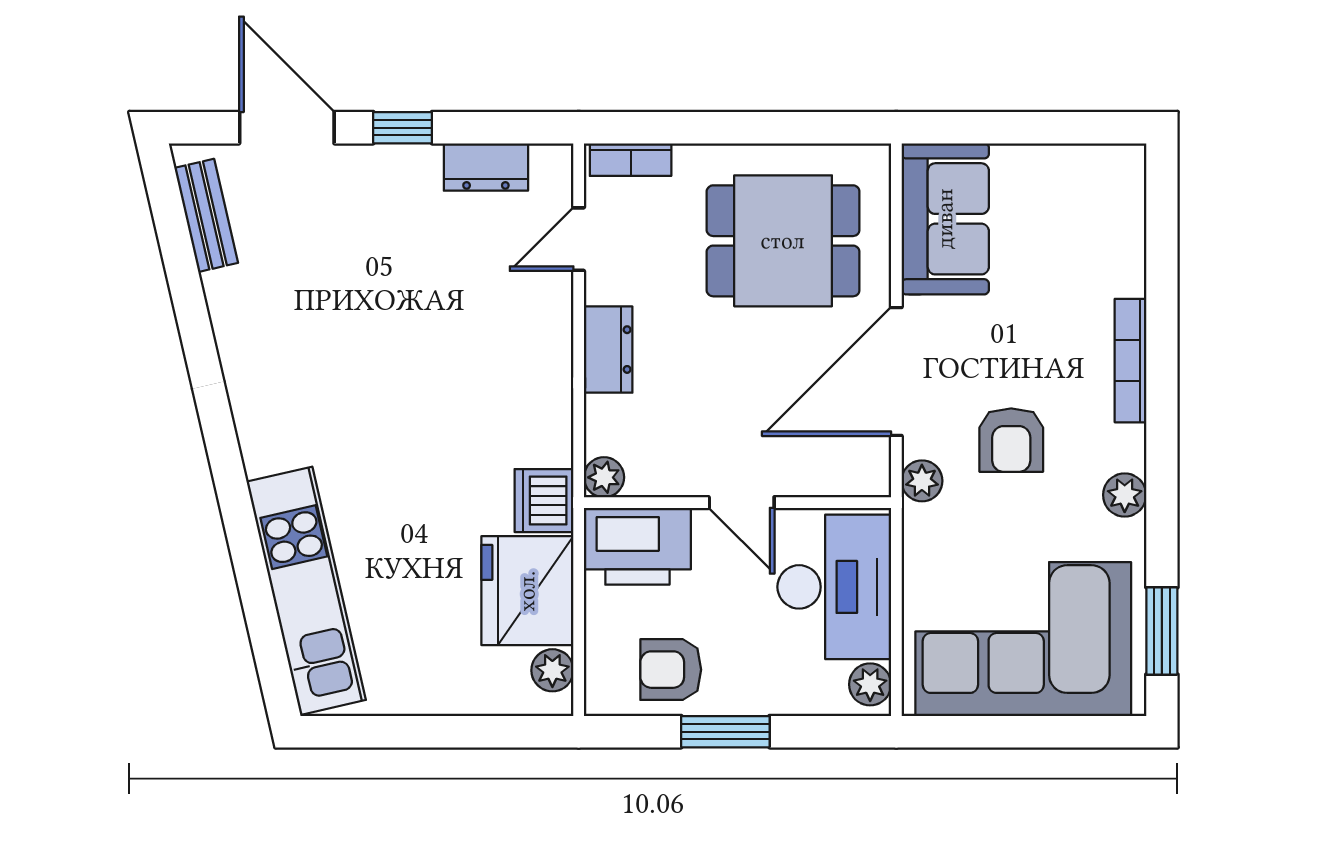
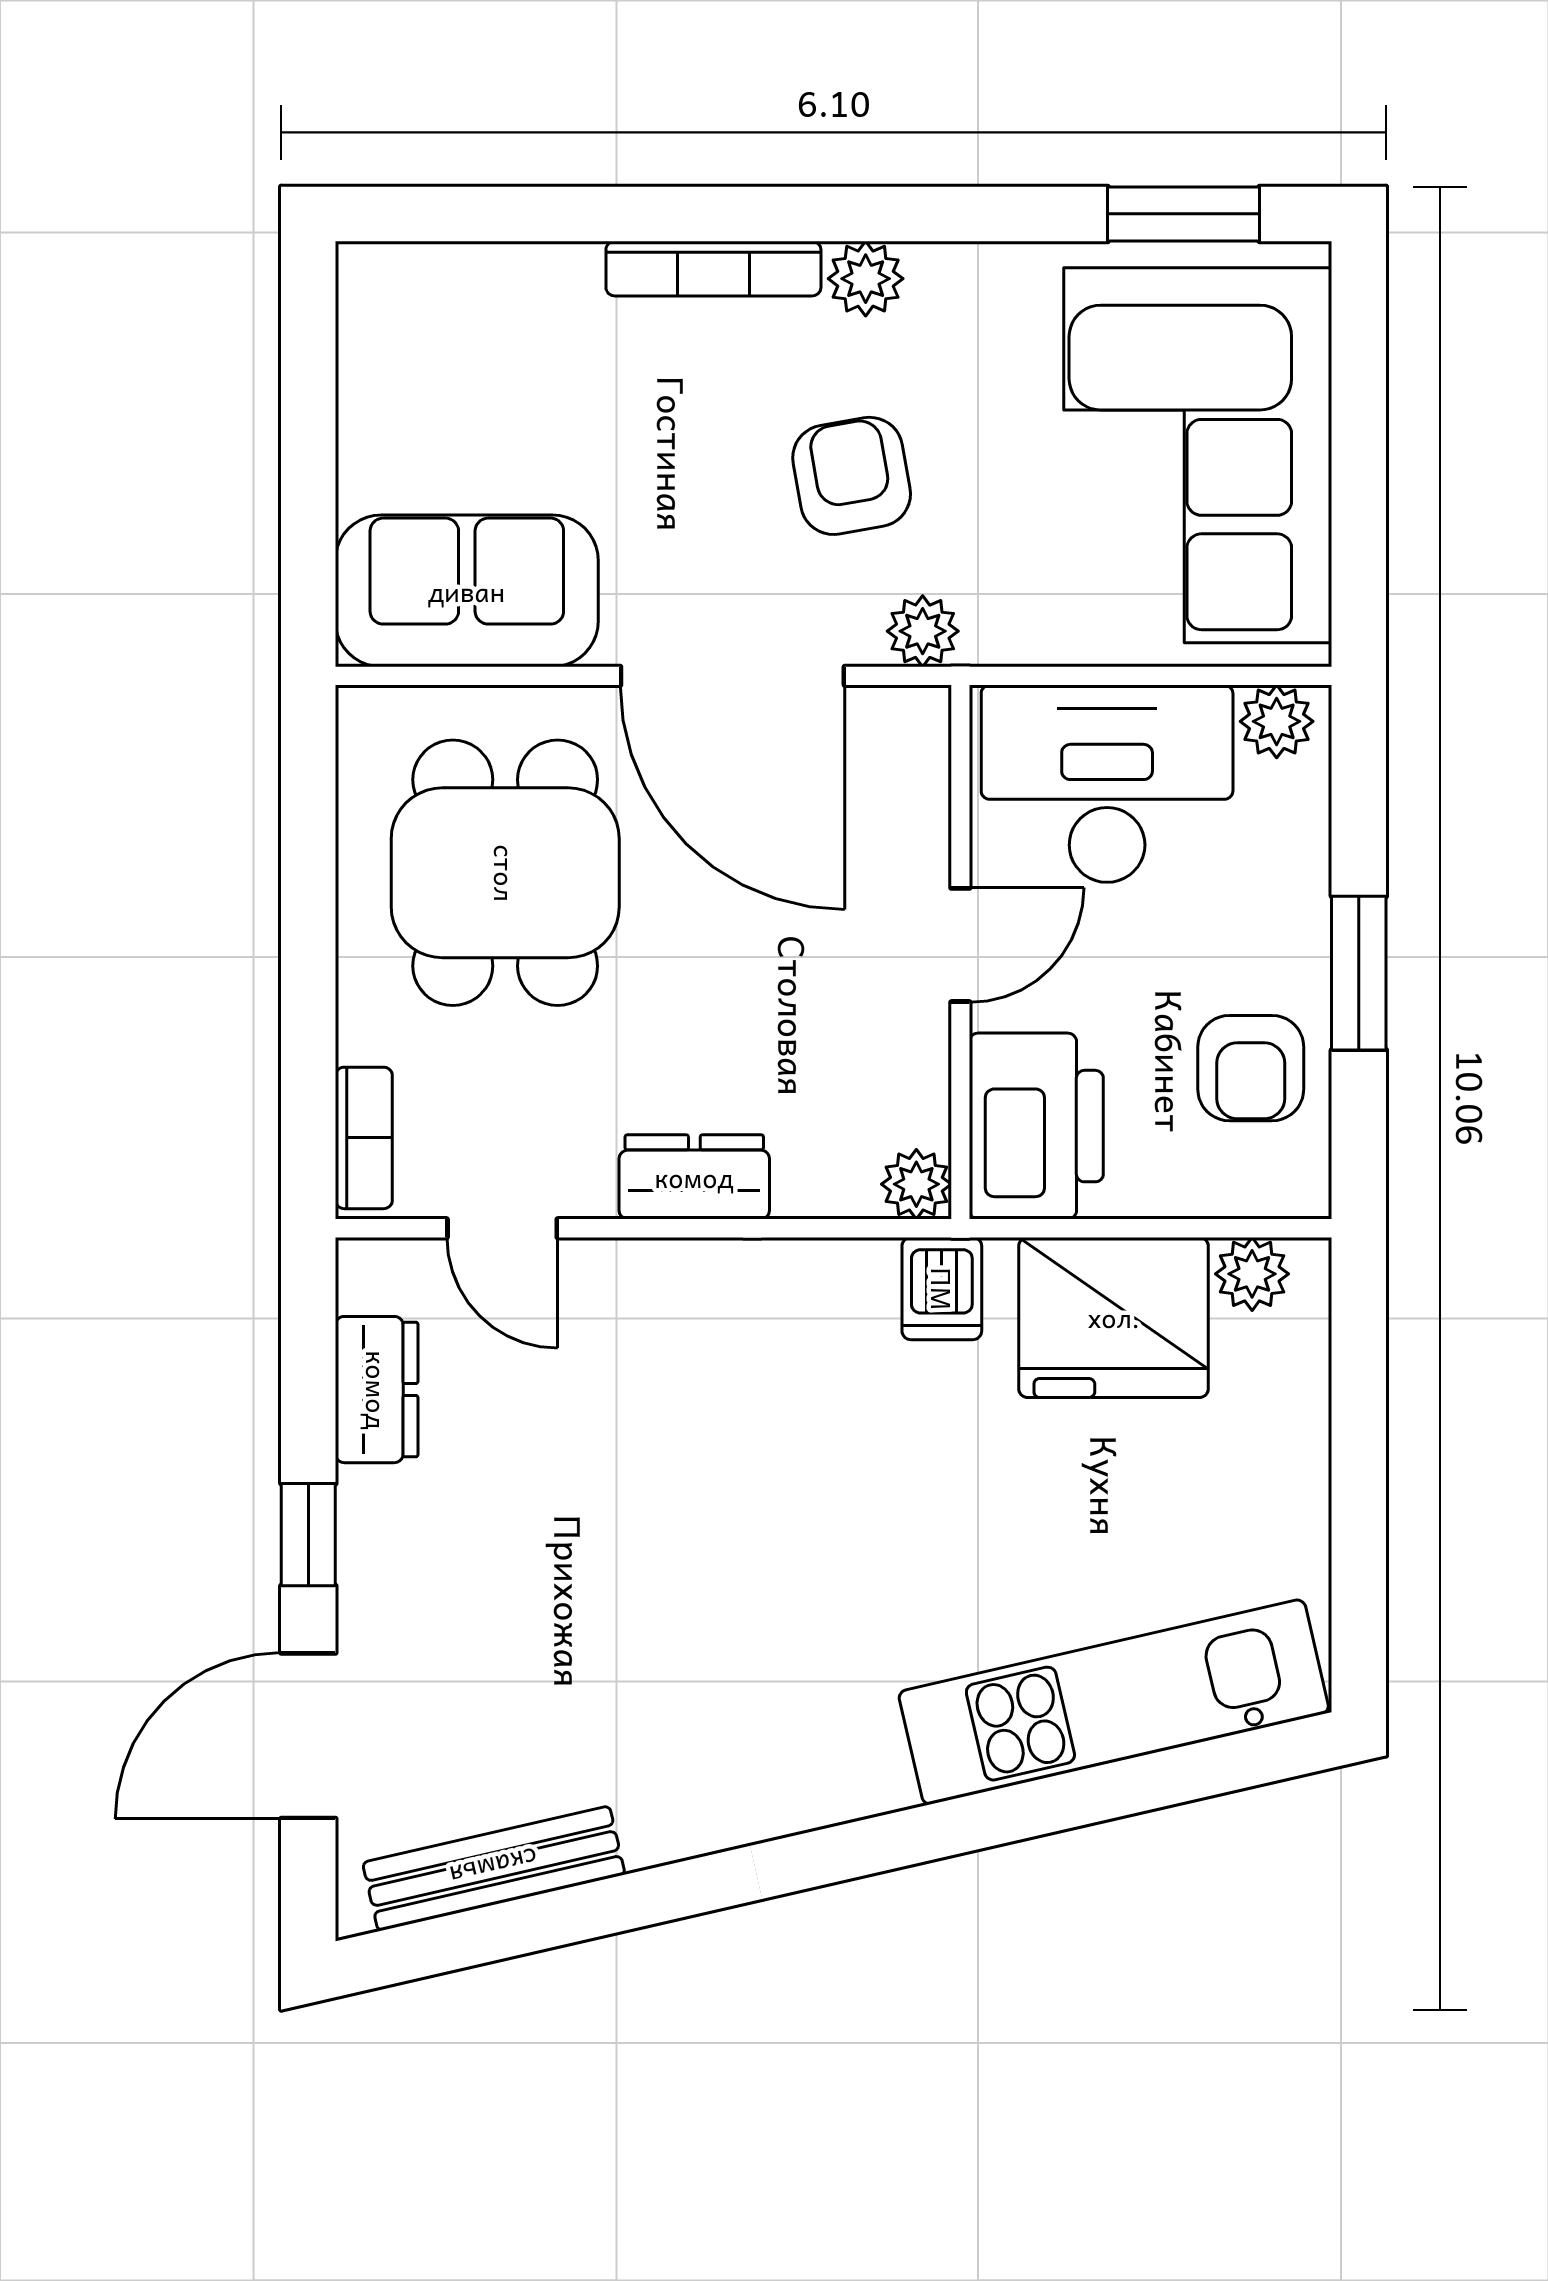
bench: (206, 215) -> (494, 1868), width x1.36
armchair: (1011, 440) -> (852, 476), turned -100
plant: (1125, 495) -> (866, 279), moved
dishwasher: (544, 501) -> (942, 1289), width x0.73

